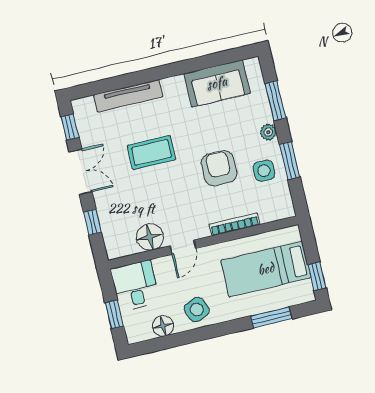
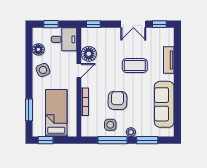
sofa: (217, 83) -> (164, 104), width x1.36
tv unit: (128, 96) -> (169, 60), width x0.71
coffee table: (152, 153) -> (135, 66), turned 90
window: (290, 161) -> (112, 140), width x1.44
armchair: (219, 168) -> (117, 100), turned -89
window: (92, 222) -> (93, 24), moved
door: (183, 247) -> (79, 71), swing flipped

